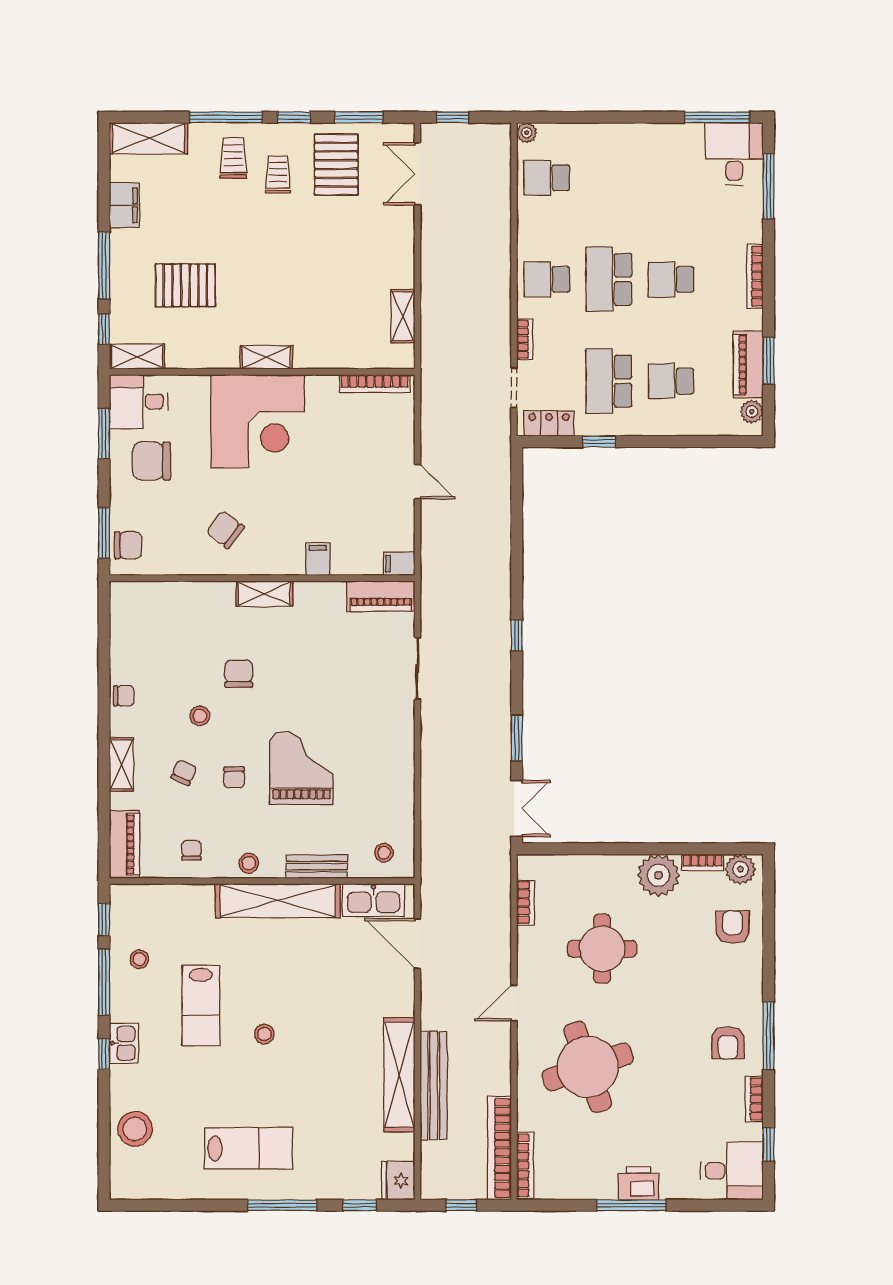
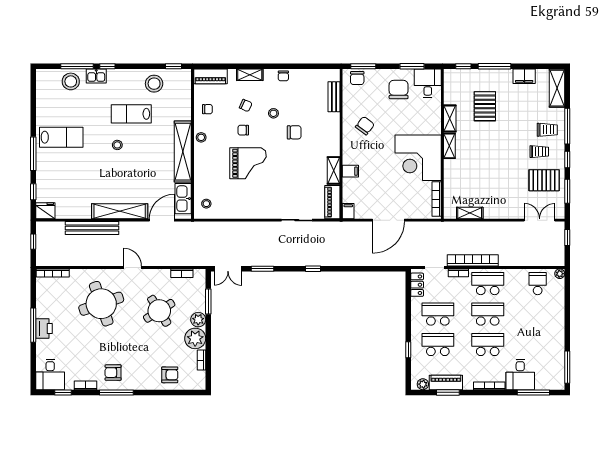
desk: (734, 154) -> (520, 374), moved, turned 90
school desk: (547, 279) -> (488, 284), width x1.85
school desk: (671, 279) -> (488, 345), width x1.85
shelving: (137, 357) -> (450, 119), moved
school desk: (671, 381) -> (438, 345), width x1.85
corner desk: (258, 421) -> (418, 158), moved
window: (599, 442) -> (408, 350), moved
door: (418, 482) -> (388, 220), width x1.88
shelving: (264, 594) -> (334, 170), moved
window: (583, 849) -> (208, 301), added
bench: (317, 867) -> (334, 97), moved
plant: (740, 869) -> (198, 320), moved
round table: (602, 949) -> (159, 311), turned -32
stool: (139, 959) -> (154, 84), width x1.89, depth x1.89
window: (104, 982) -> (77, 66), moved
kitchen sink: (124, 1043) -> (96, 76), moved
shelving: (399, 1075) -> (120, 211), moved
lab bench: (249, 1148) -> (61, 137), turned -90
bookcase: (500, 1148) -> (473, 260), moved

